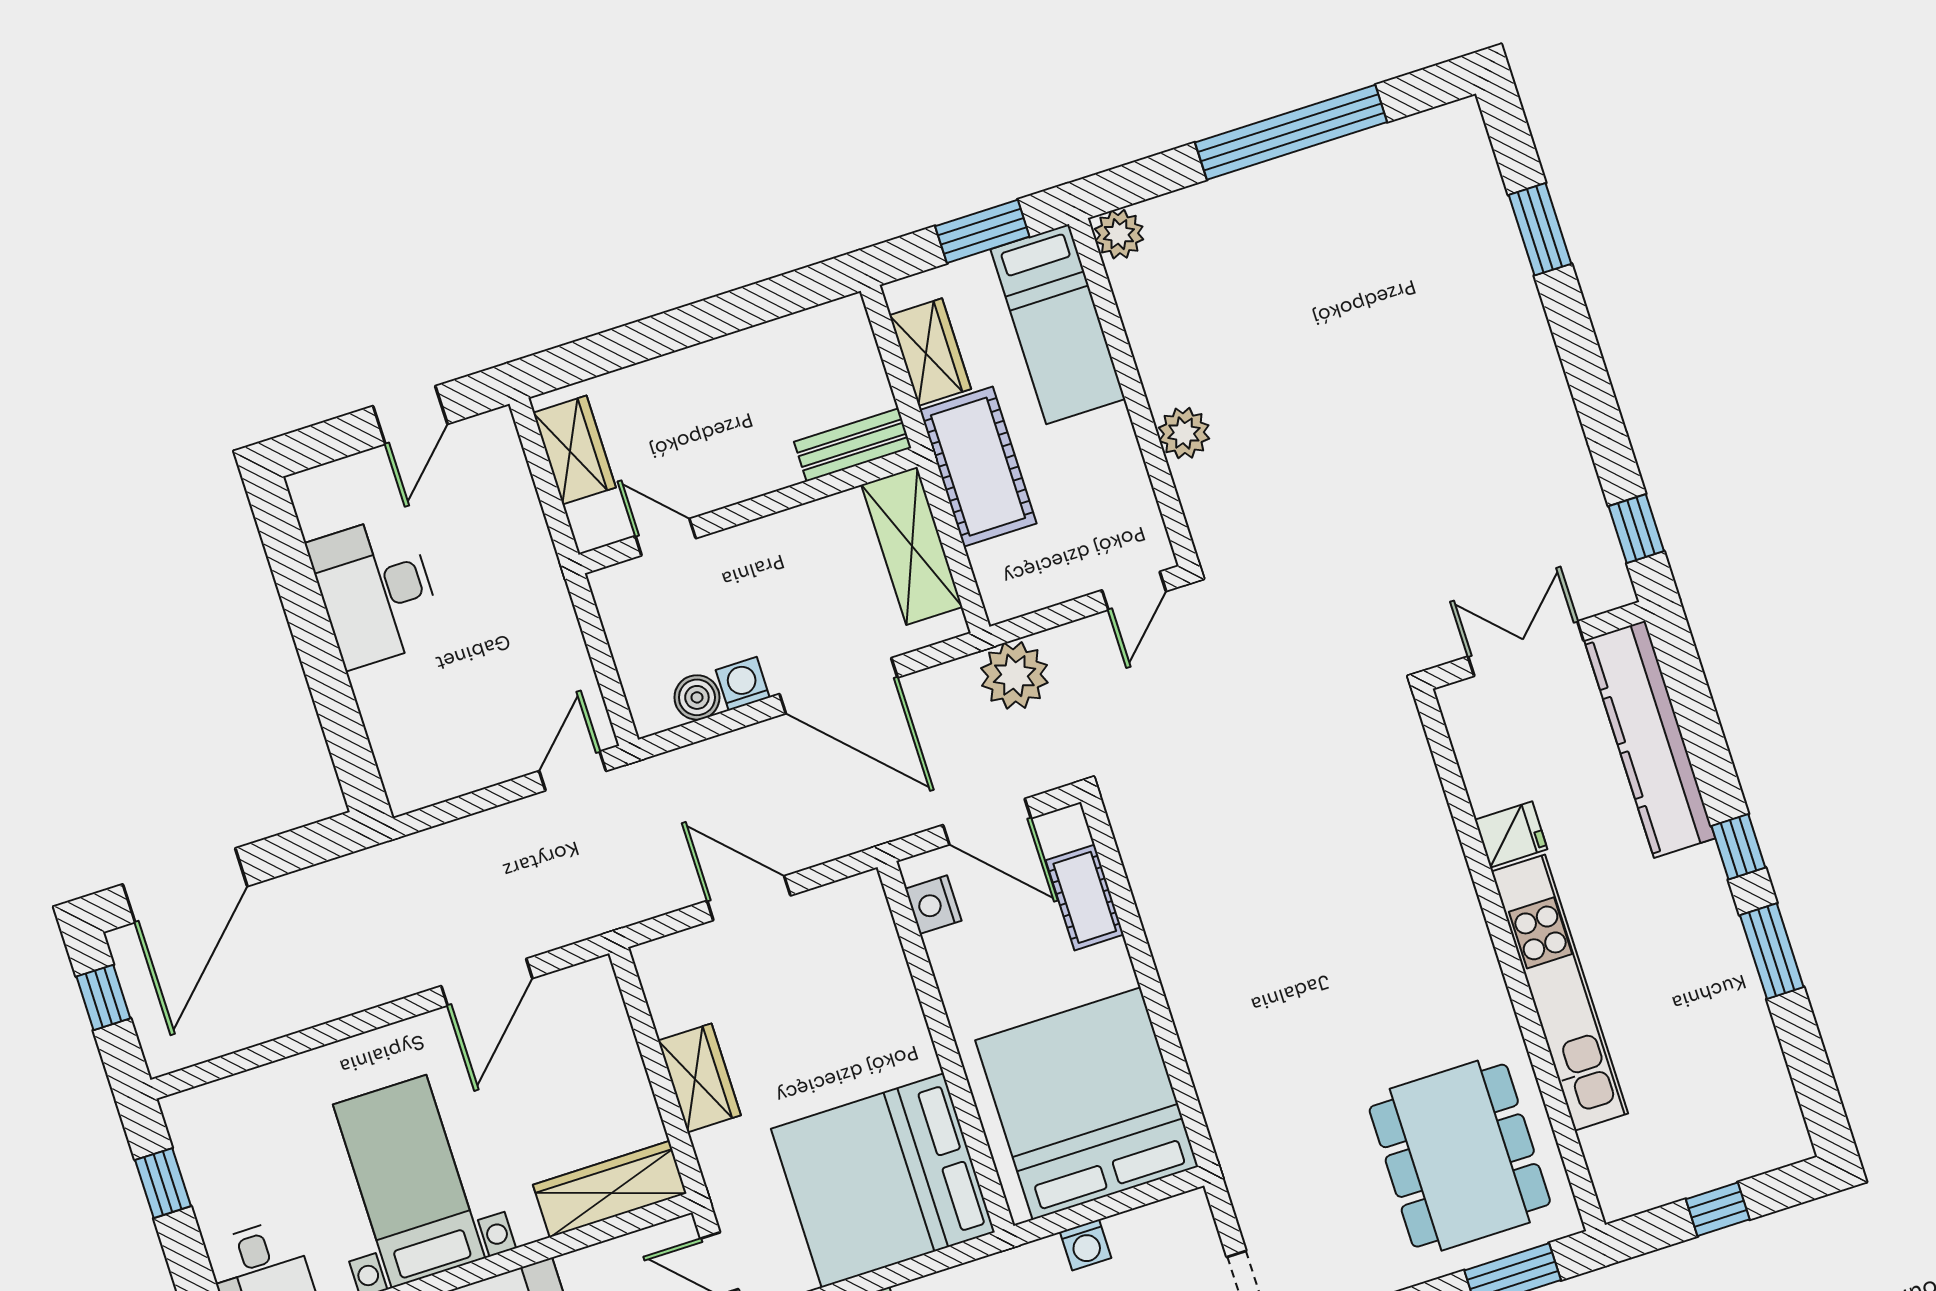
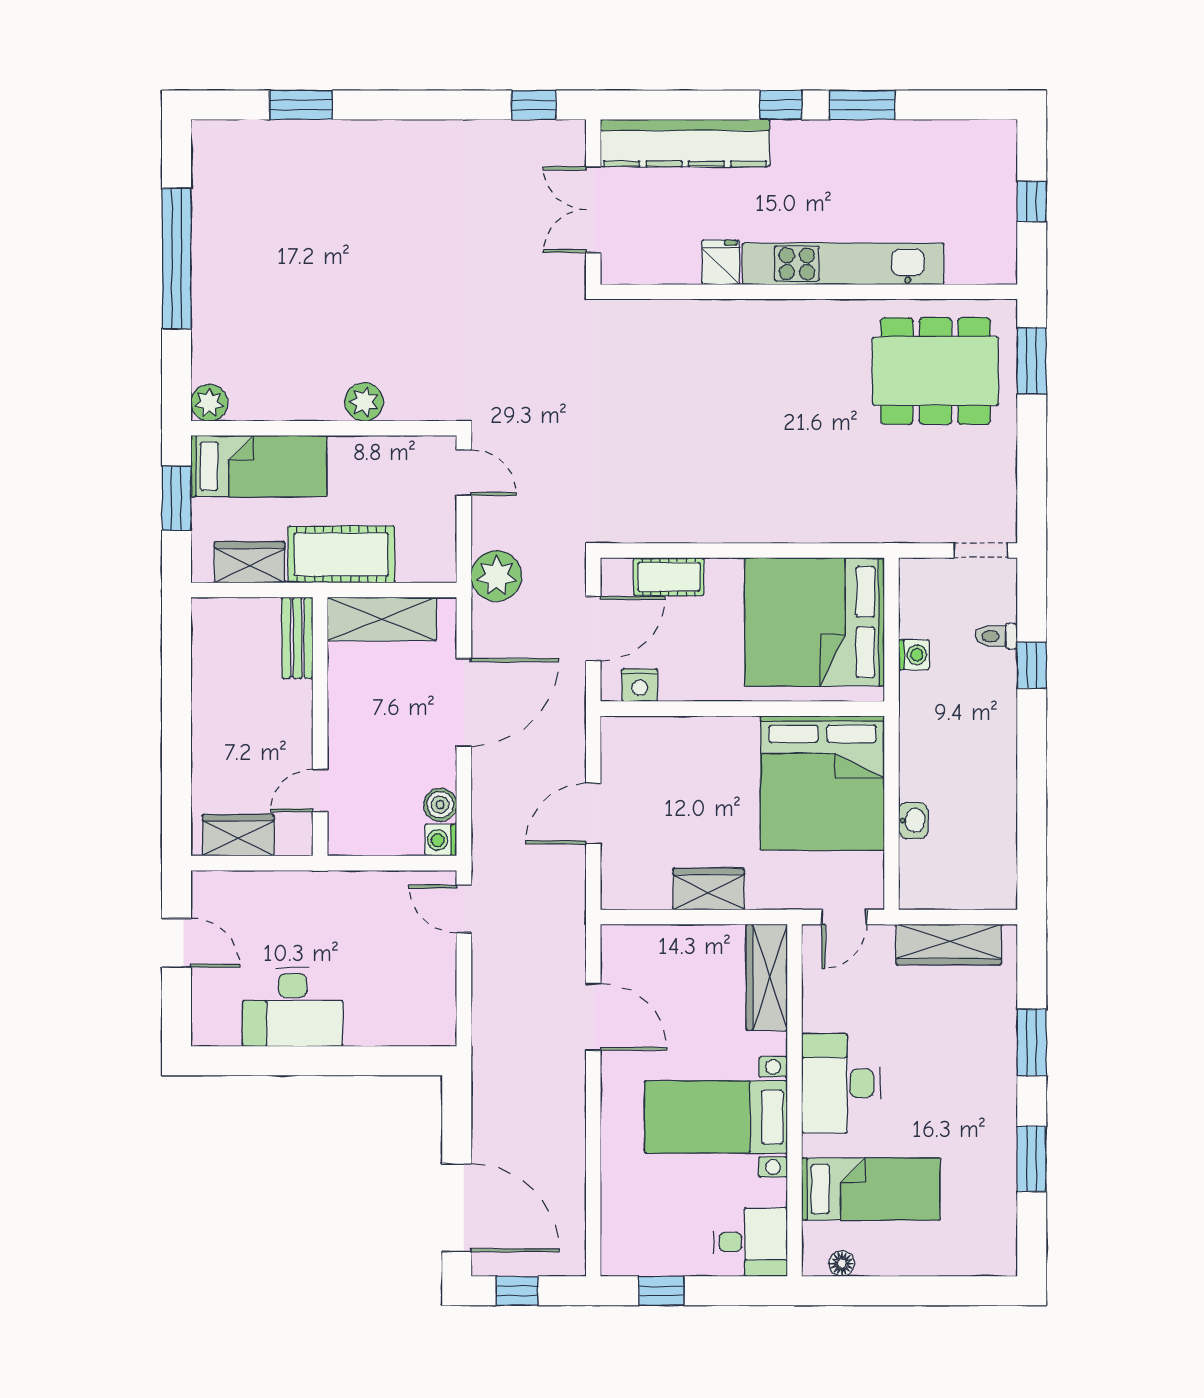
washing machine: (743, 684) -> (441, 840), moved

